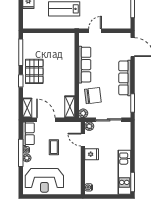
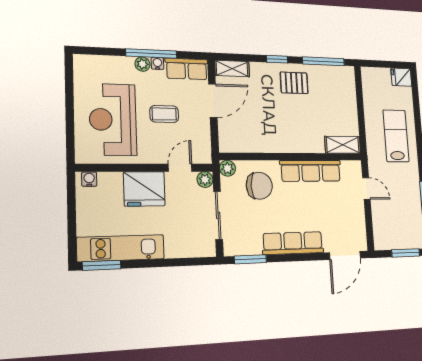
pallet: (34, 71) -> (294, 83), width x0.67, depth x0.71
chair: (93, 96) -> (259, 186), turned -83
shelving: (70, 107) -> (343, 145), moved
fridge: (92, 154) -> (144, 189), width x1.88, depth x1.34
reception desk: (44, 180) -> (113, 120), moved

